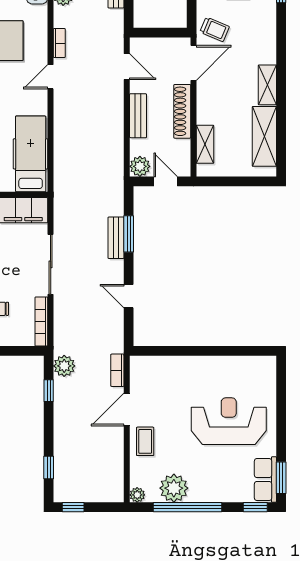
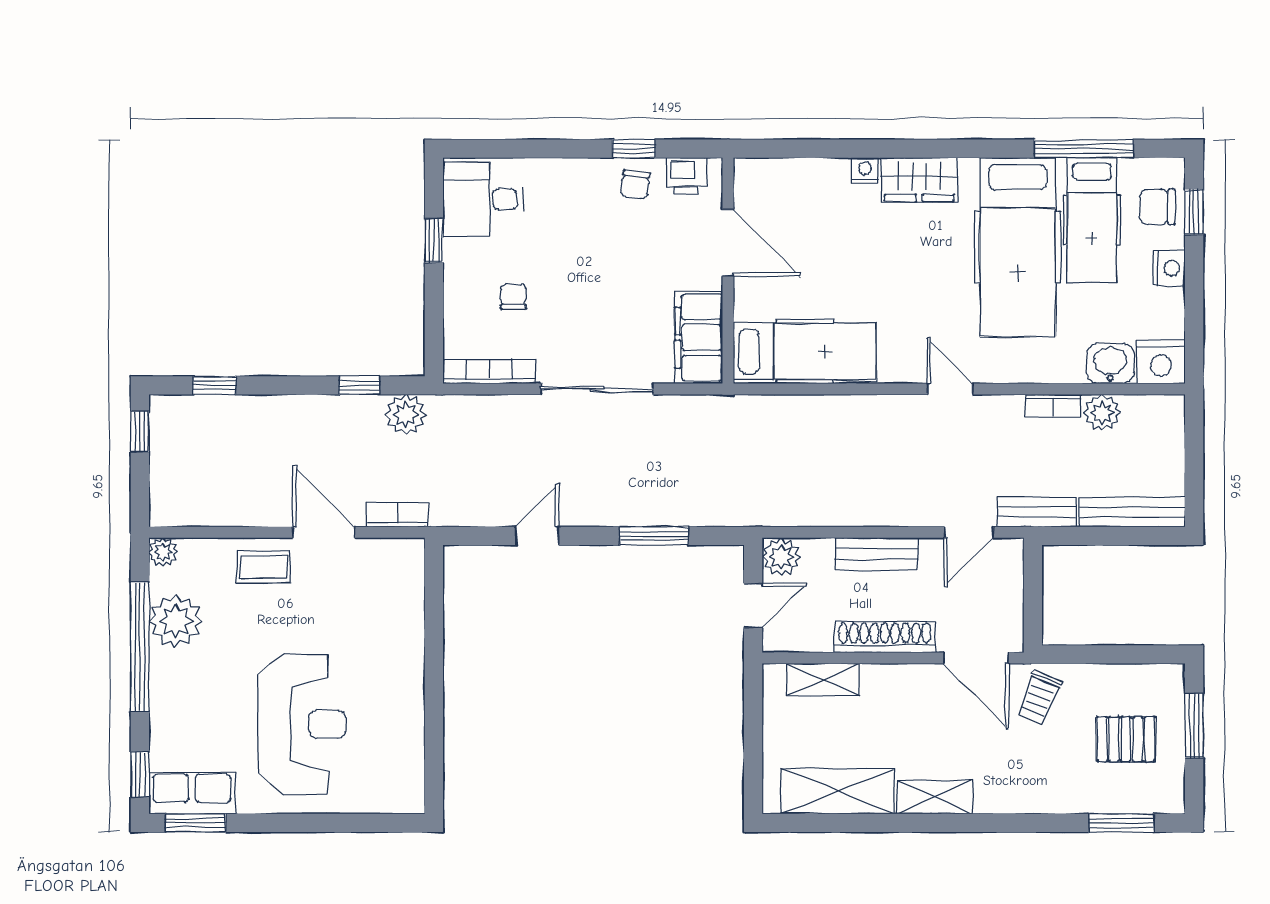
bookcase: (59, 43) -> (1053, 405), moved
bench: (116, 238) -> (1037, 512), moved

